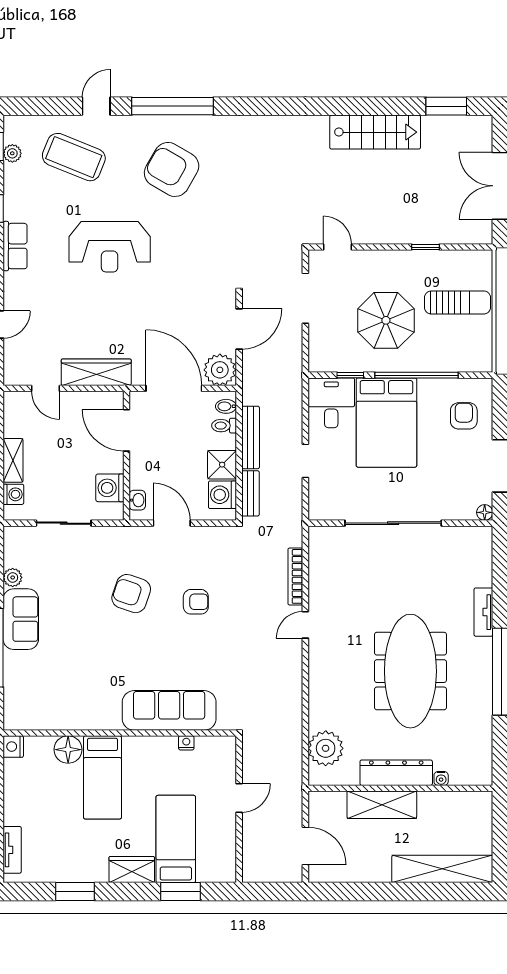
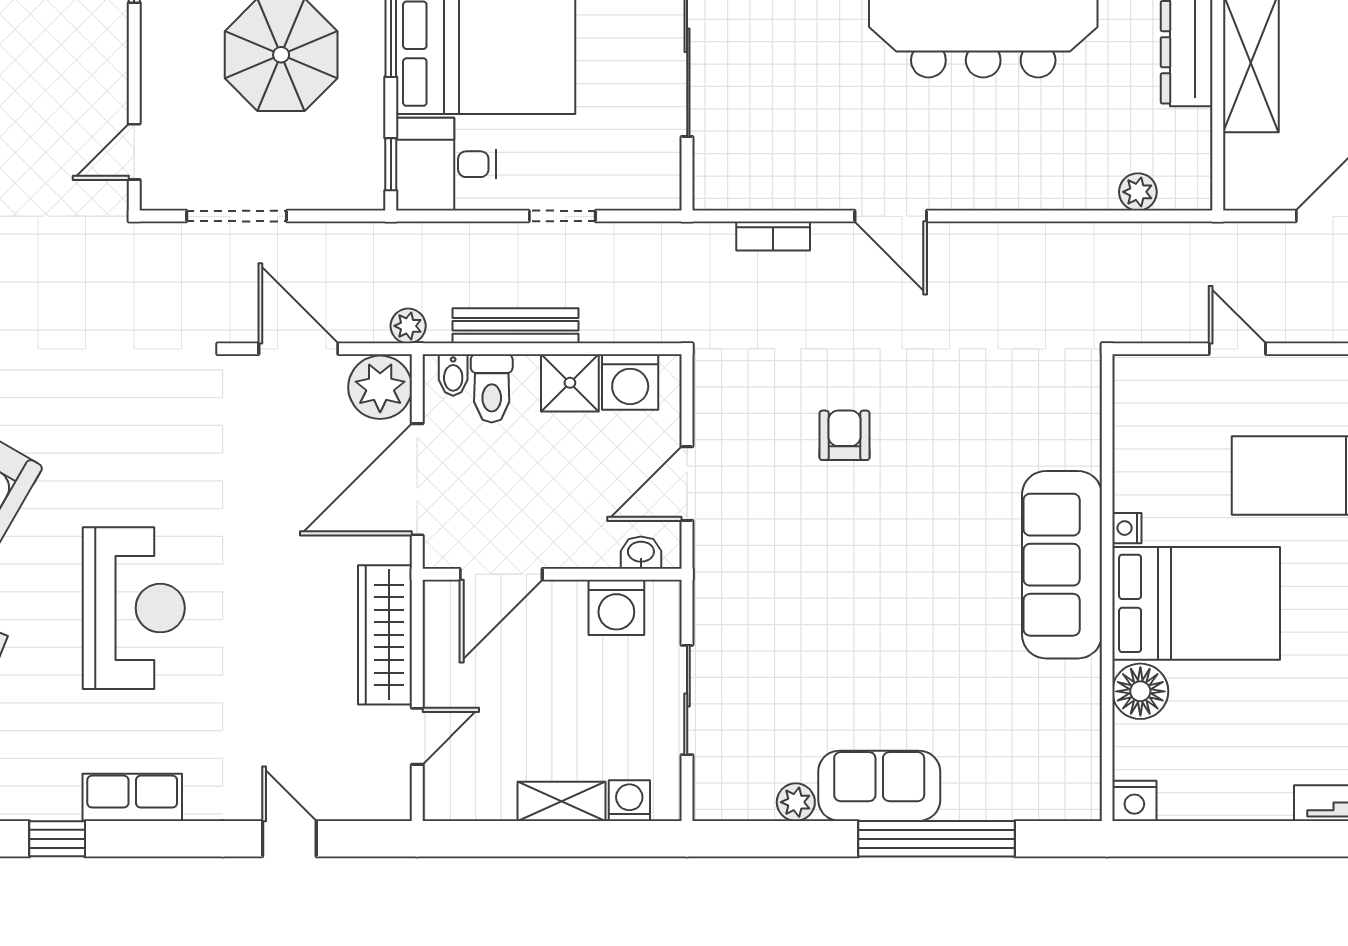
window: (350, 375) -> (391, 164), moved
plant: (250, 384) -> (408, 326), added
toilet: (224, 426) -> (492, 388), width x1.37, depth x1.39
bench: (250, 493) -> (627, 326), removed
bookcase: (295, 576) -> (773, 236), width x0.64
armchair: (131, 594) -> (828, 565), removed
door: (305, 625) -> (891, 216), width x1.38
sofa: (169, 710) -> (1062, 565), moved
nightstand: (186, 743) -> (1127, 528), moved
plant: (326, 748) -> (1138, 192), width x0.53, depth x0.53
bed: (102, 777) -> (1196, 603), width x1.50

